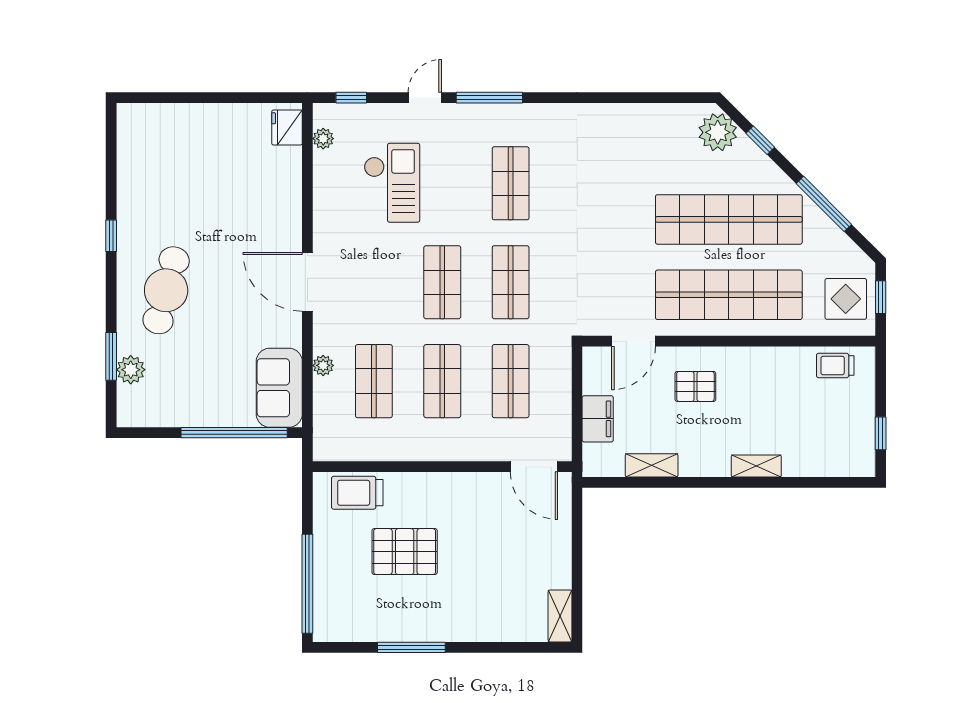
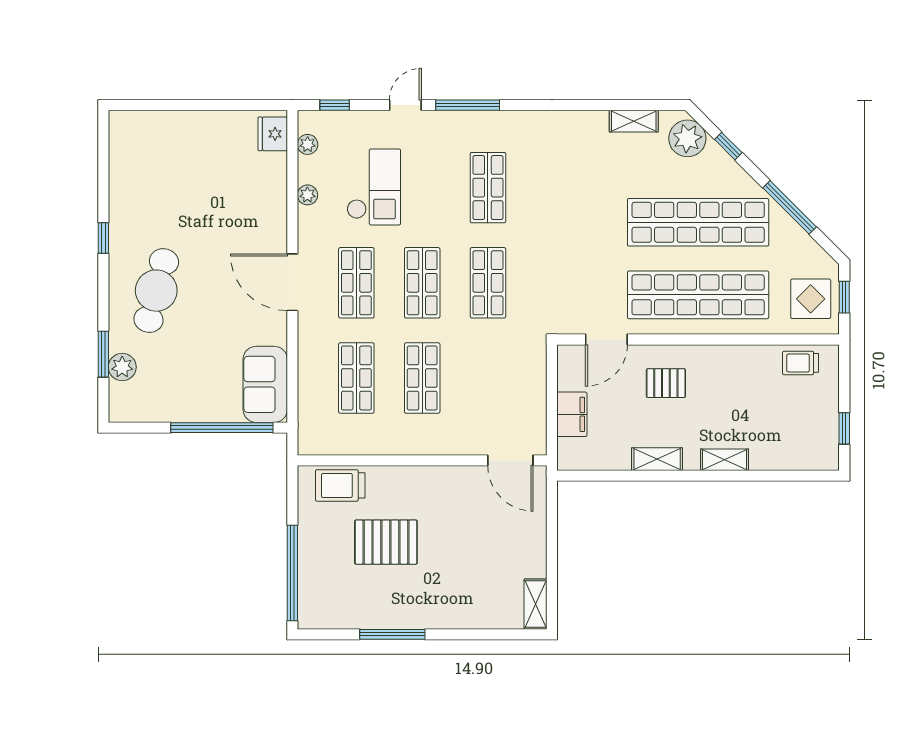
shelving: (662, 114) -> (634, 121), added
plant: (323, 365) -> (307, 195), moved
shop shelf: (511, 381) -> (356, 283), moved
shelving: (652, 465) -> (657, 459), moved

